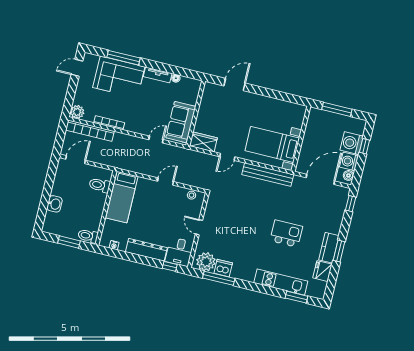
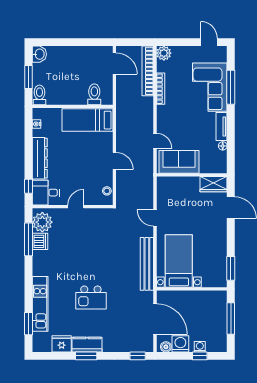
window: (291, 98) -> (231, 268), added
wardrobe: (203, 142) -> (214, 184), moved, turned 90
washing machine: (352, 143) -> (200, 347), width x0.53, depth x0.53
washbasin: (55, 204) -> (39, 54), moved, turned -90
kitchen island: (286, 234) -> (91, 297), turned 90

